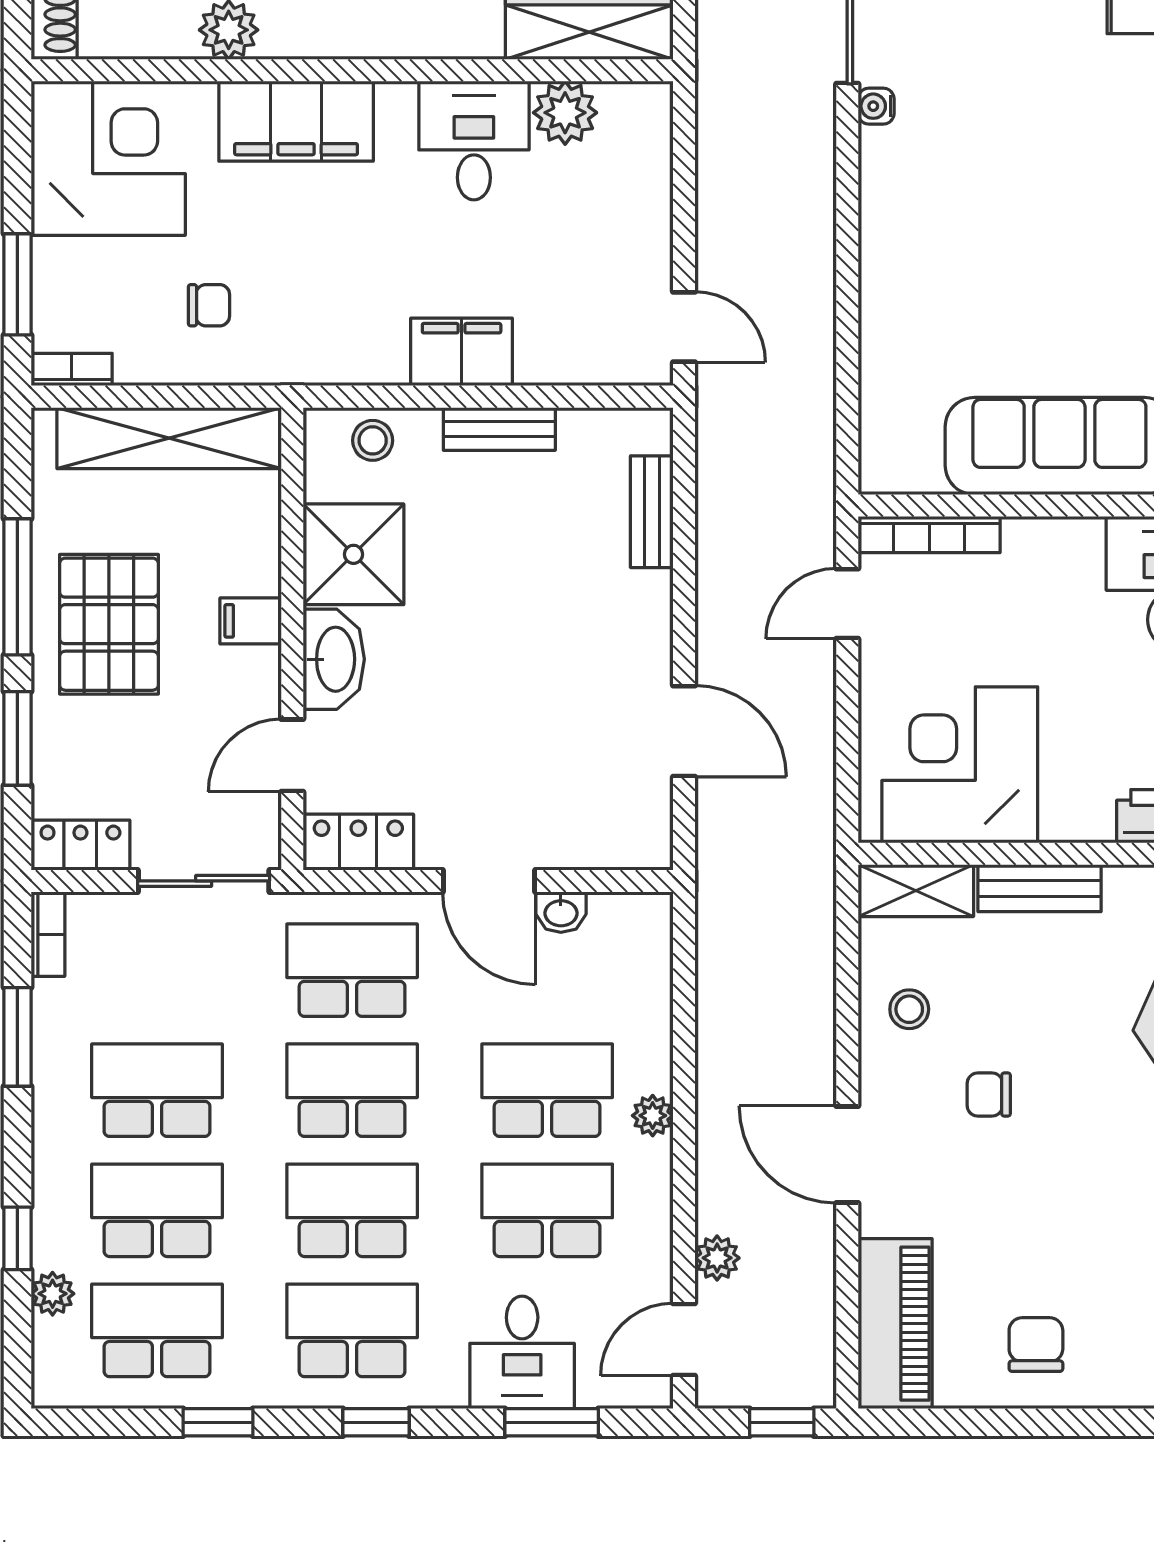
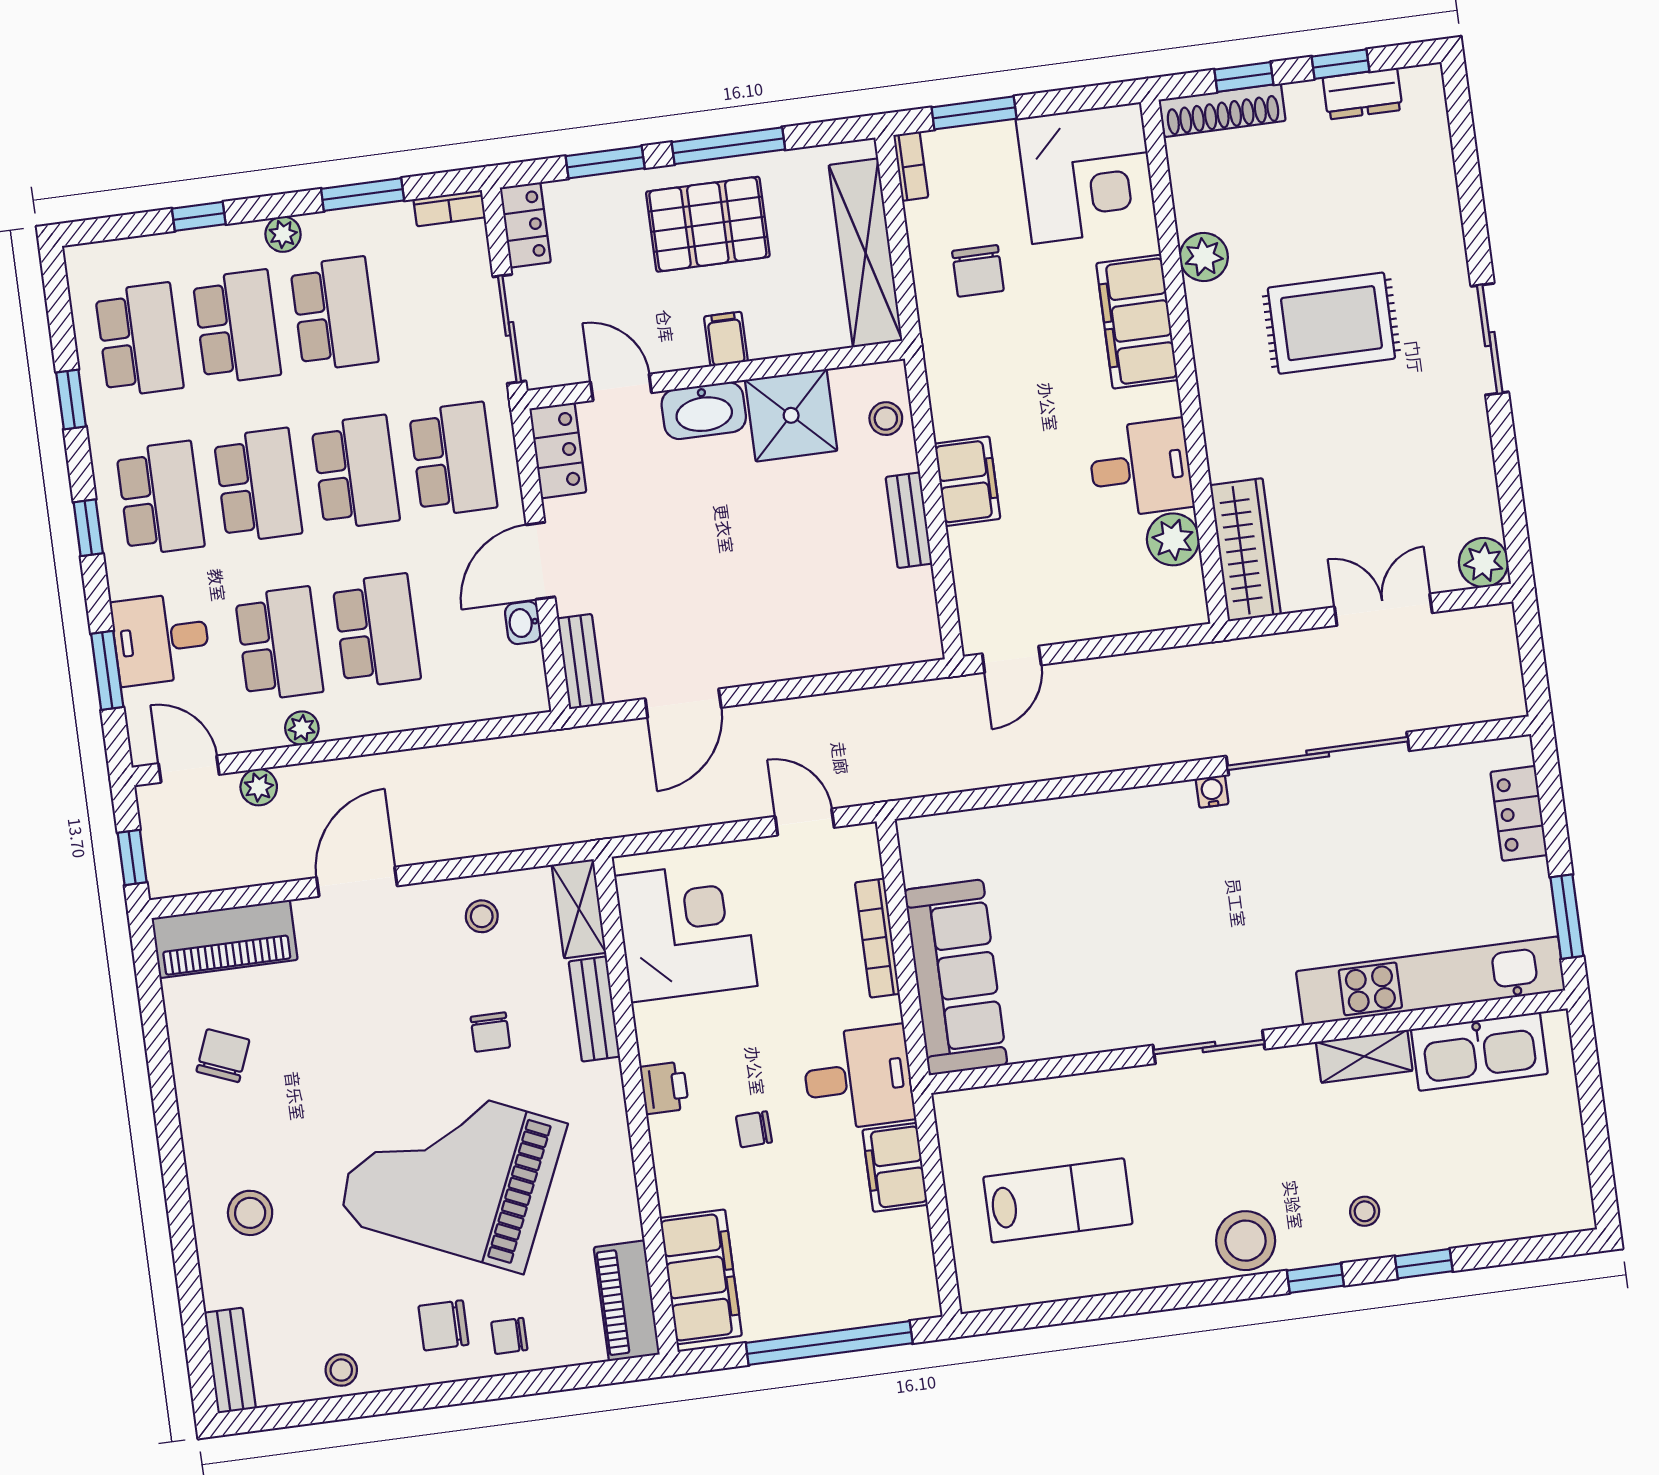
chair: (209, 305) -> (978, 271), width x1.37, depth x1.37
bench: (652, 512) -> (581, 662), moved, turned 90
bookcase: (929, 535) -> (877, 938), moved
chair: (989, 1095) -> (490, 1032), moved, turned 180
plant: (653, 1116) -> (302, 728), moved
plant: (53, 1294) -> (283, 234), moved
chair: (1036, 1345) -> (223, 1056), turned -68

